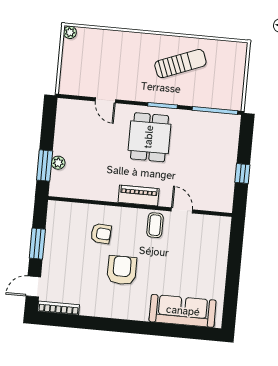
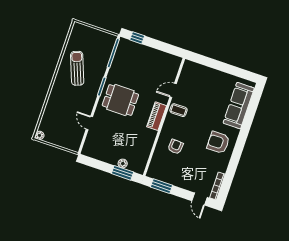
door: (105, 100) -> (89, 123), swing flipped
window: (242, 173) -> (137, 38), moved
window: (37, 244) -> (162, 186), moved
armchair: (122, 270) -> (218, 142), moved

